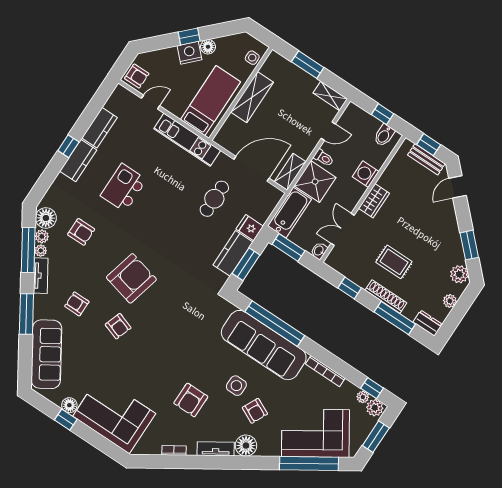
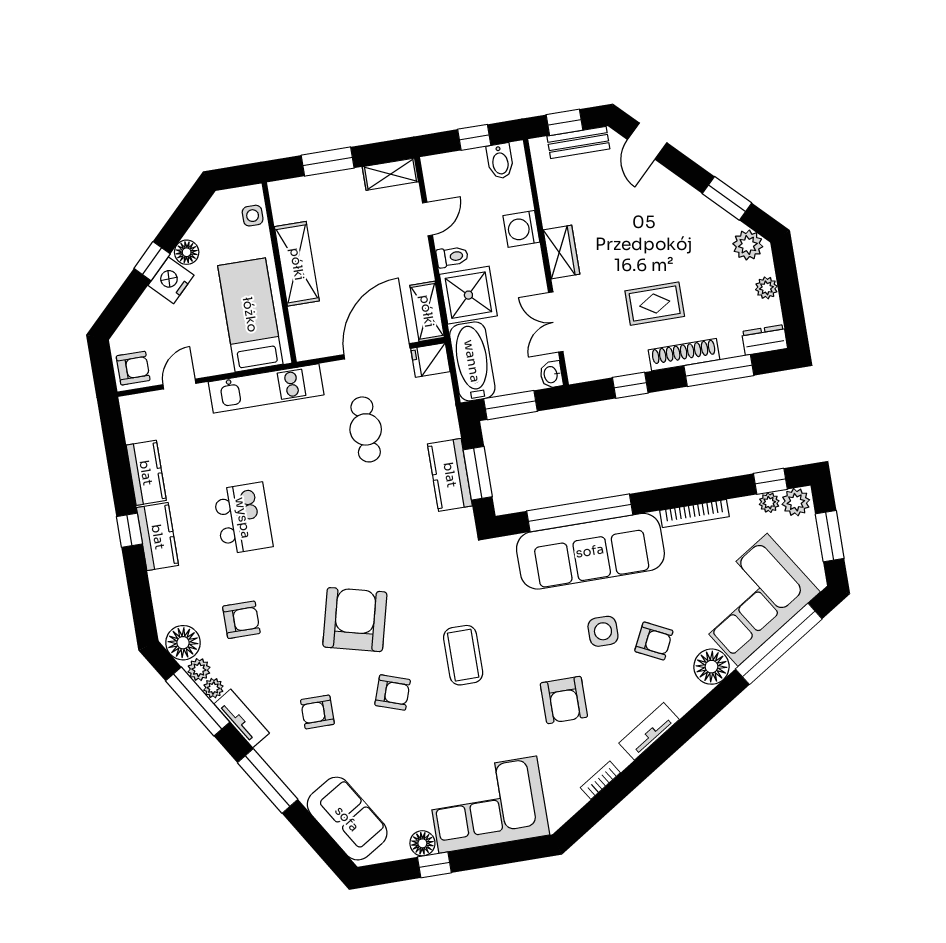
kitchen island: (124, 188) -> (243, 518), turned 180
fridge: (250, 228) -> (430, 360), moved
coffee table: (165, 339) -> (463, 655), added
sofa: (46, 354) -> (347, 819), width x0.73
floor lamp: (246, 446) -> (711, 667), moved

